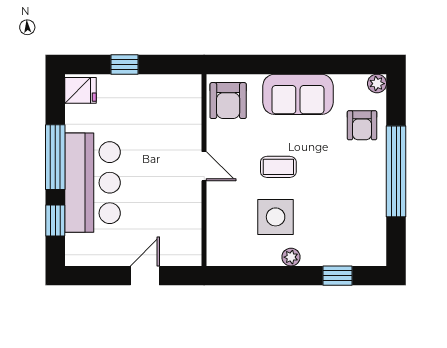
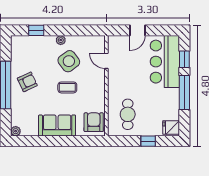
cafe table: (163, 116) -> (128, 114), added
armchair: (362, 125) -> (27, 82), moved, turned 65
door: (204, 166) -> (106, 61), moved
bar counter: (93, 183) -> (165, 62), moved
side table: (276, 217) -> (69, 61), turned -36

